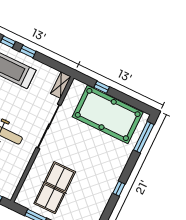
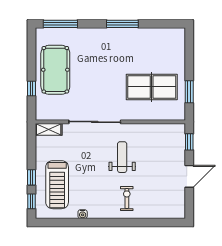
pool table: (108, 115) -> (55, 70), width x0.73, depth x0.76
window: (119, 189) -> (122, 24), width x2.17

